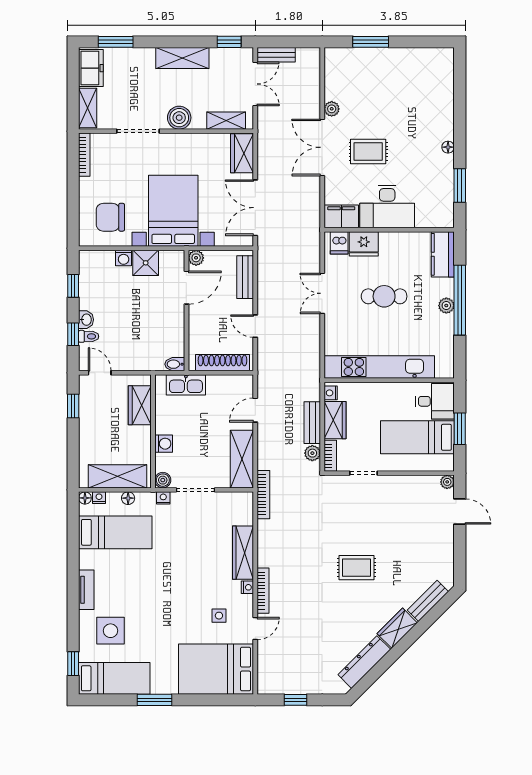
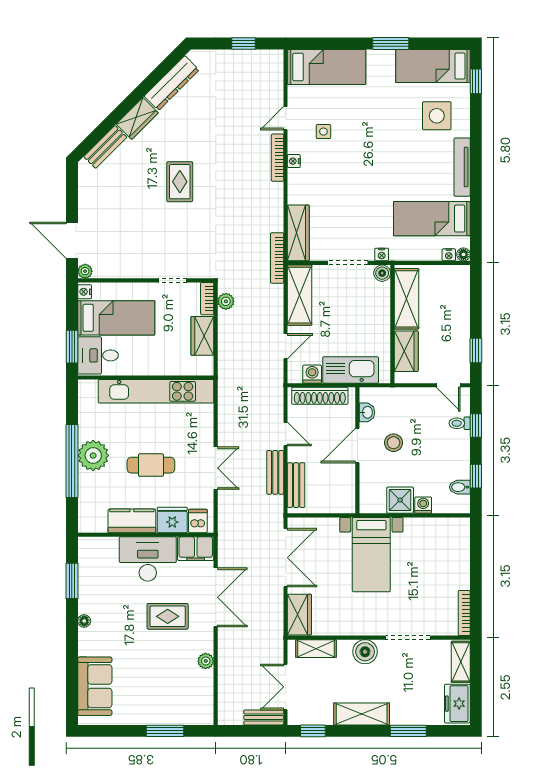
window: (116, 42) -> (408, 731), moved
sofa: (438, 85) -> (95, 686), added
double door: (322, 147) -> (216, 597), moved
bed with nightstands: (173, 211) -> (371, 555), width x0.73
chair: (110, 217) -> (437, 548), removed
kitchen counter: (443, 254) -> (132, 521), moved, turned -90
plant: (196, 258) -> (347, 505), removed
door: (186, 288) -> (357, 446), moved
plant: (446, 306) -> (93, 455), width x1.87, depth x1.87
stool: (152, 318) -> (394, 443), added
washbasin: (86, 320) -> (367, 412), moved, turned 180
bidet: (175, 364) -> (460, 487), moved, turned 180
kitchen sink: (186, 385) -> (351, 370), width x1.36, depth x1.24
nightstand: (331, 393) -> (85, 292), moved, turned 180
bench: (312, 423) -> (275, 472), moved
window: (460, 429) -> (72, 347), moved
washing machine: (164, 444) -> (312, 374), moved, turned 90
shelving: (117, 476) -> (406, 299), moved, turned 90
floor lamp: (128, 498) -> (418, 254), removed
door: (460, 512) -> (72, 240), width x1.38
wardrobe: (243, 553) -> (298, 233), moved
rug: (357, 568) -> (180, 182), turned 90
tv unit: (86, 590) -> (462, 167), width x1.41
bed: (216, 669) -> (327, 67), width x0.67

